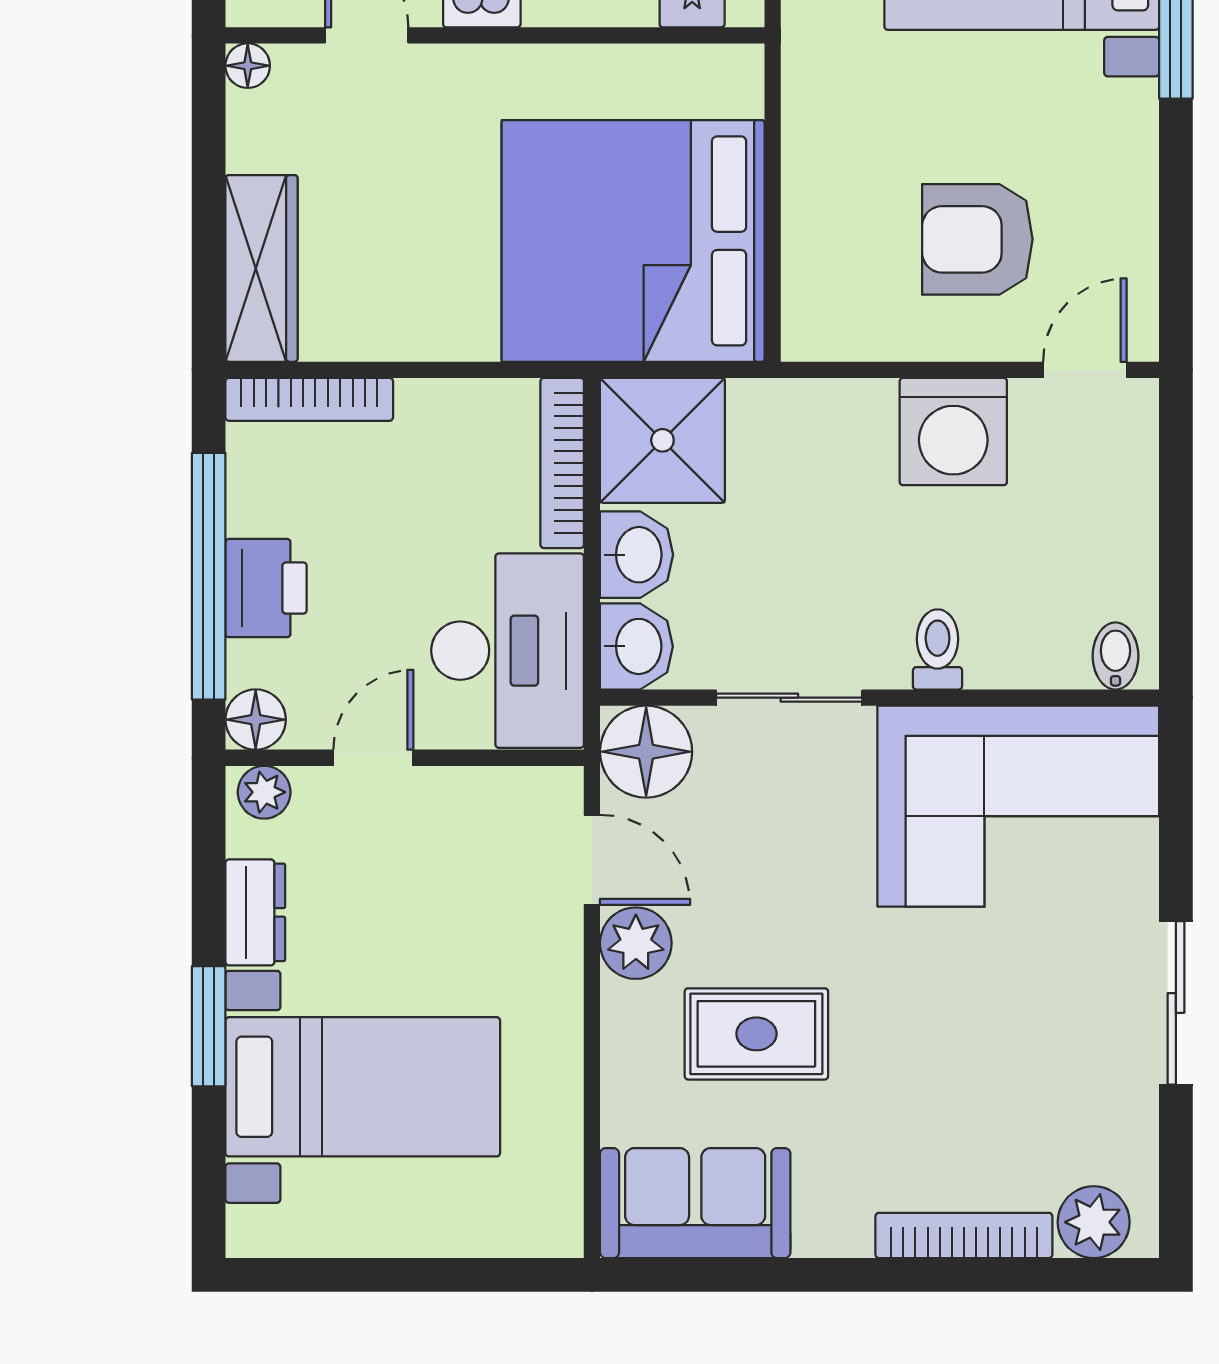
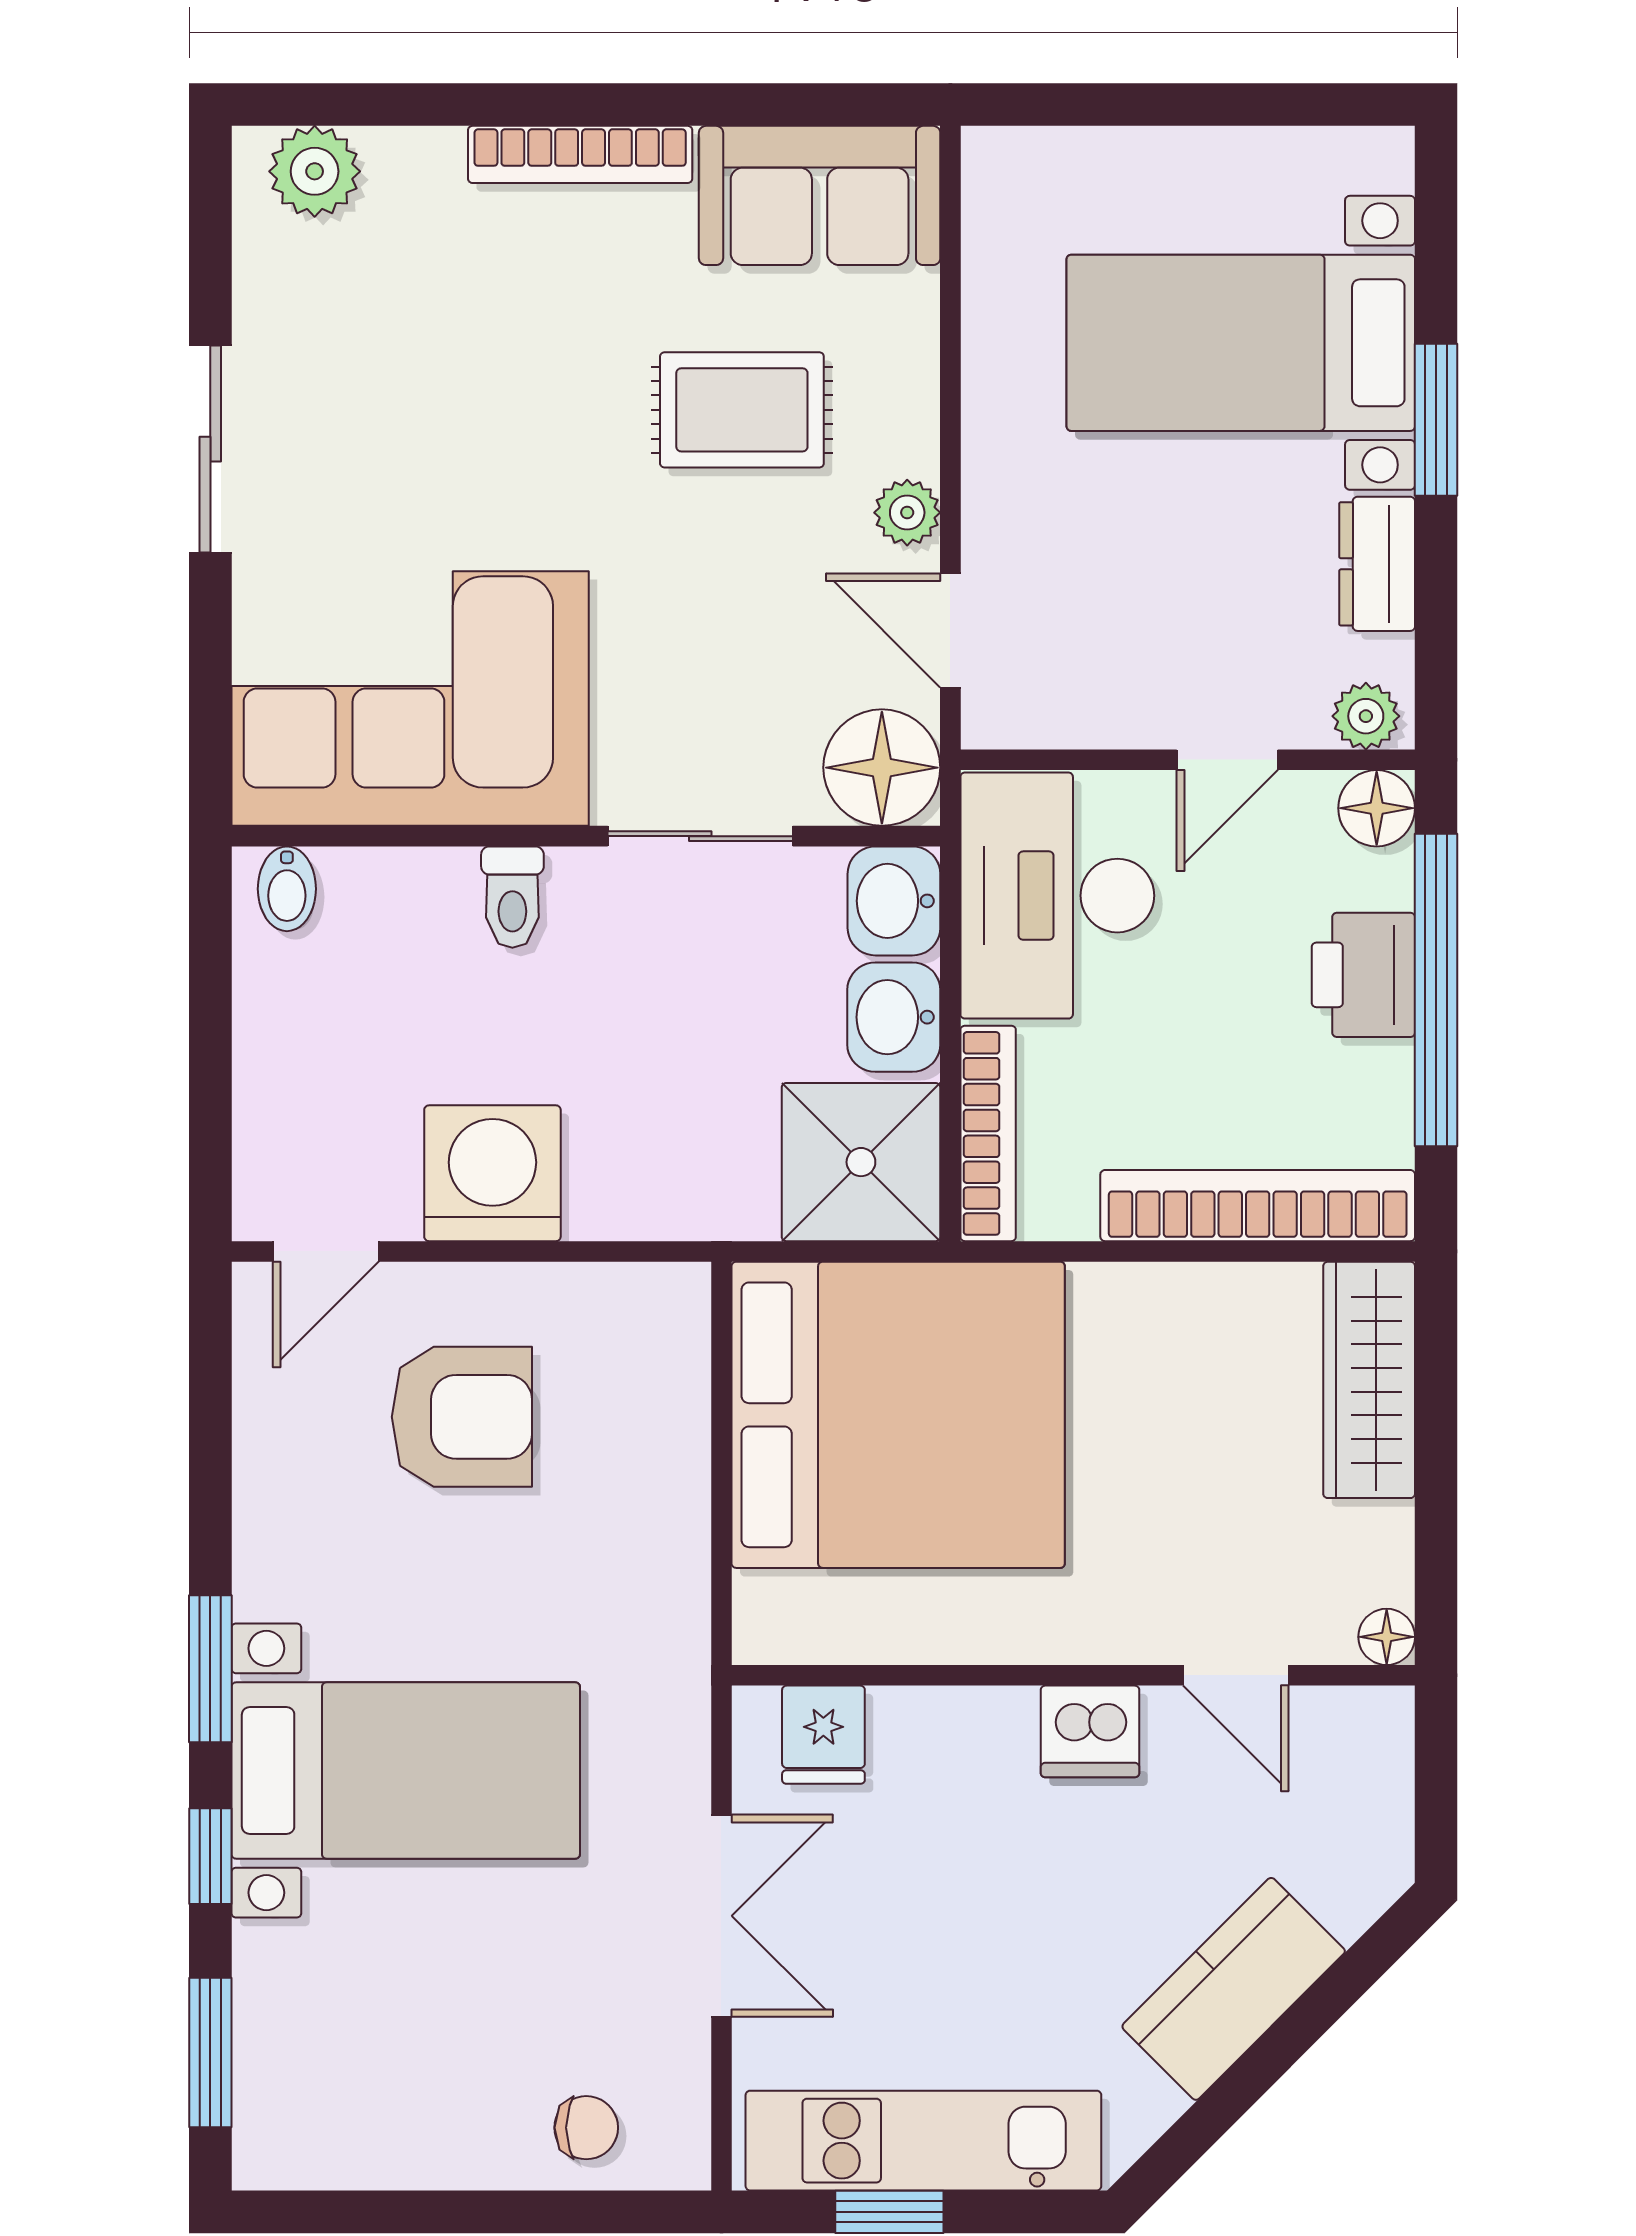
bookcase: (309, 399) -> (1258, 1206), width x1.48, depth x1.31
plant: (636, 943) -> (907, 513), width x0.73, depth x0.73
bookcase: (964, 1235) -> (580, 154), moved

